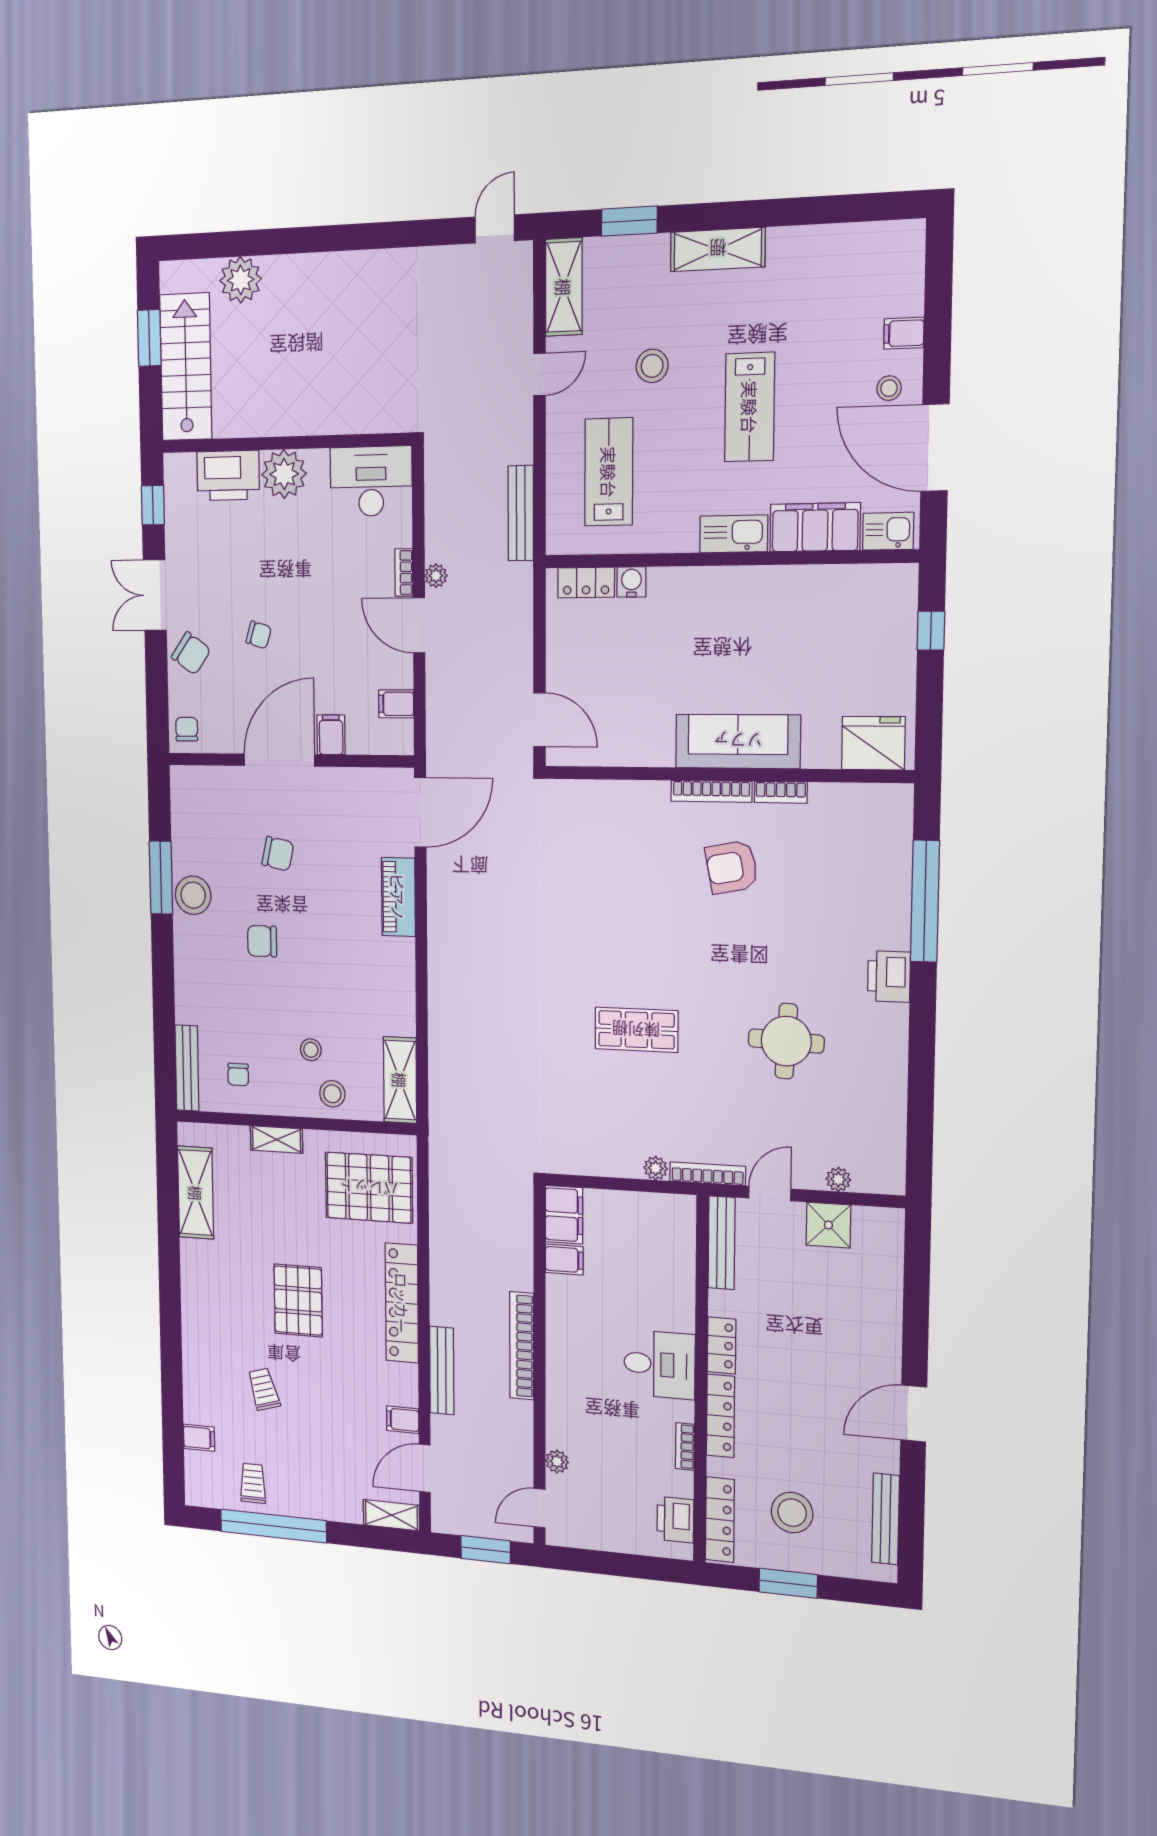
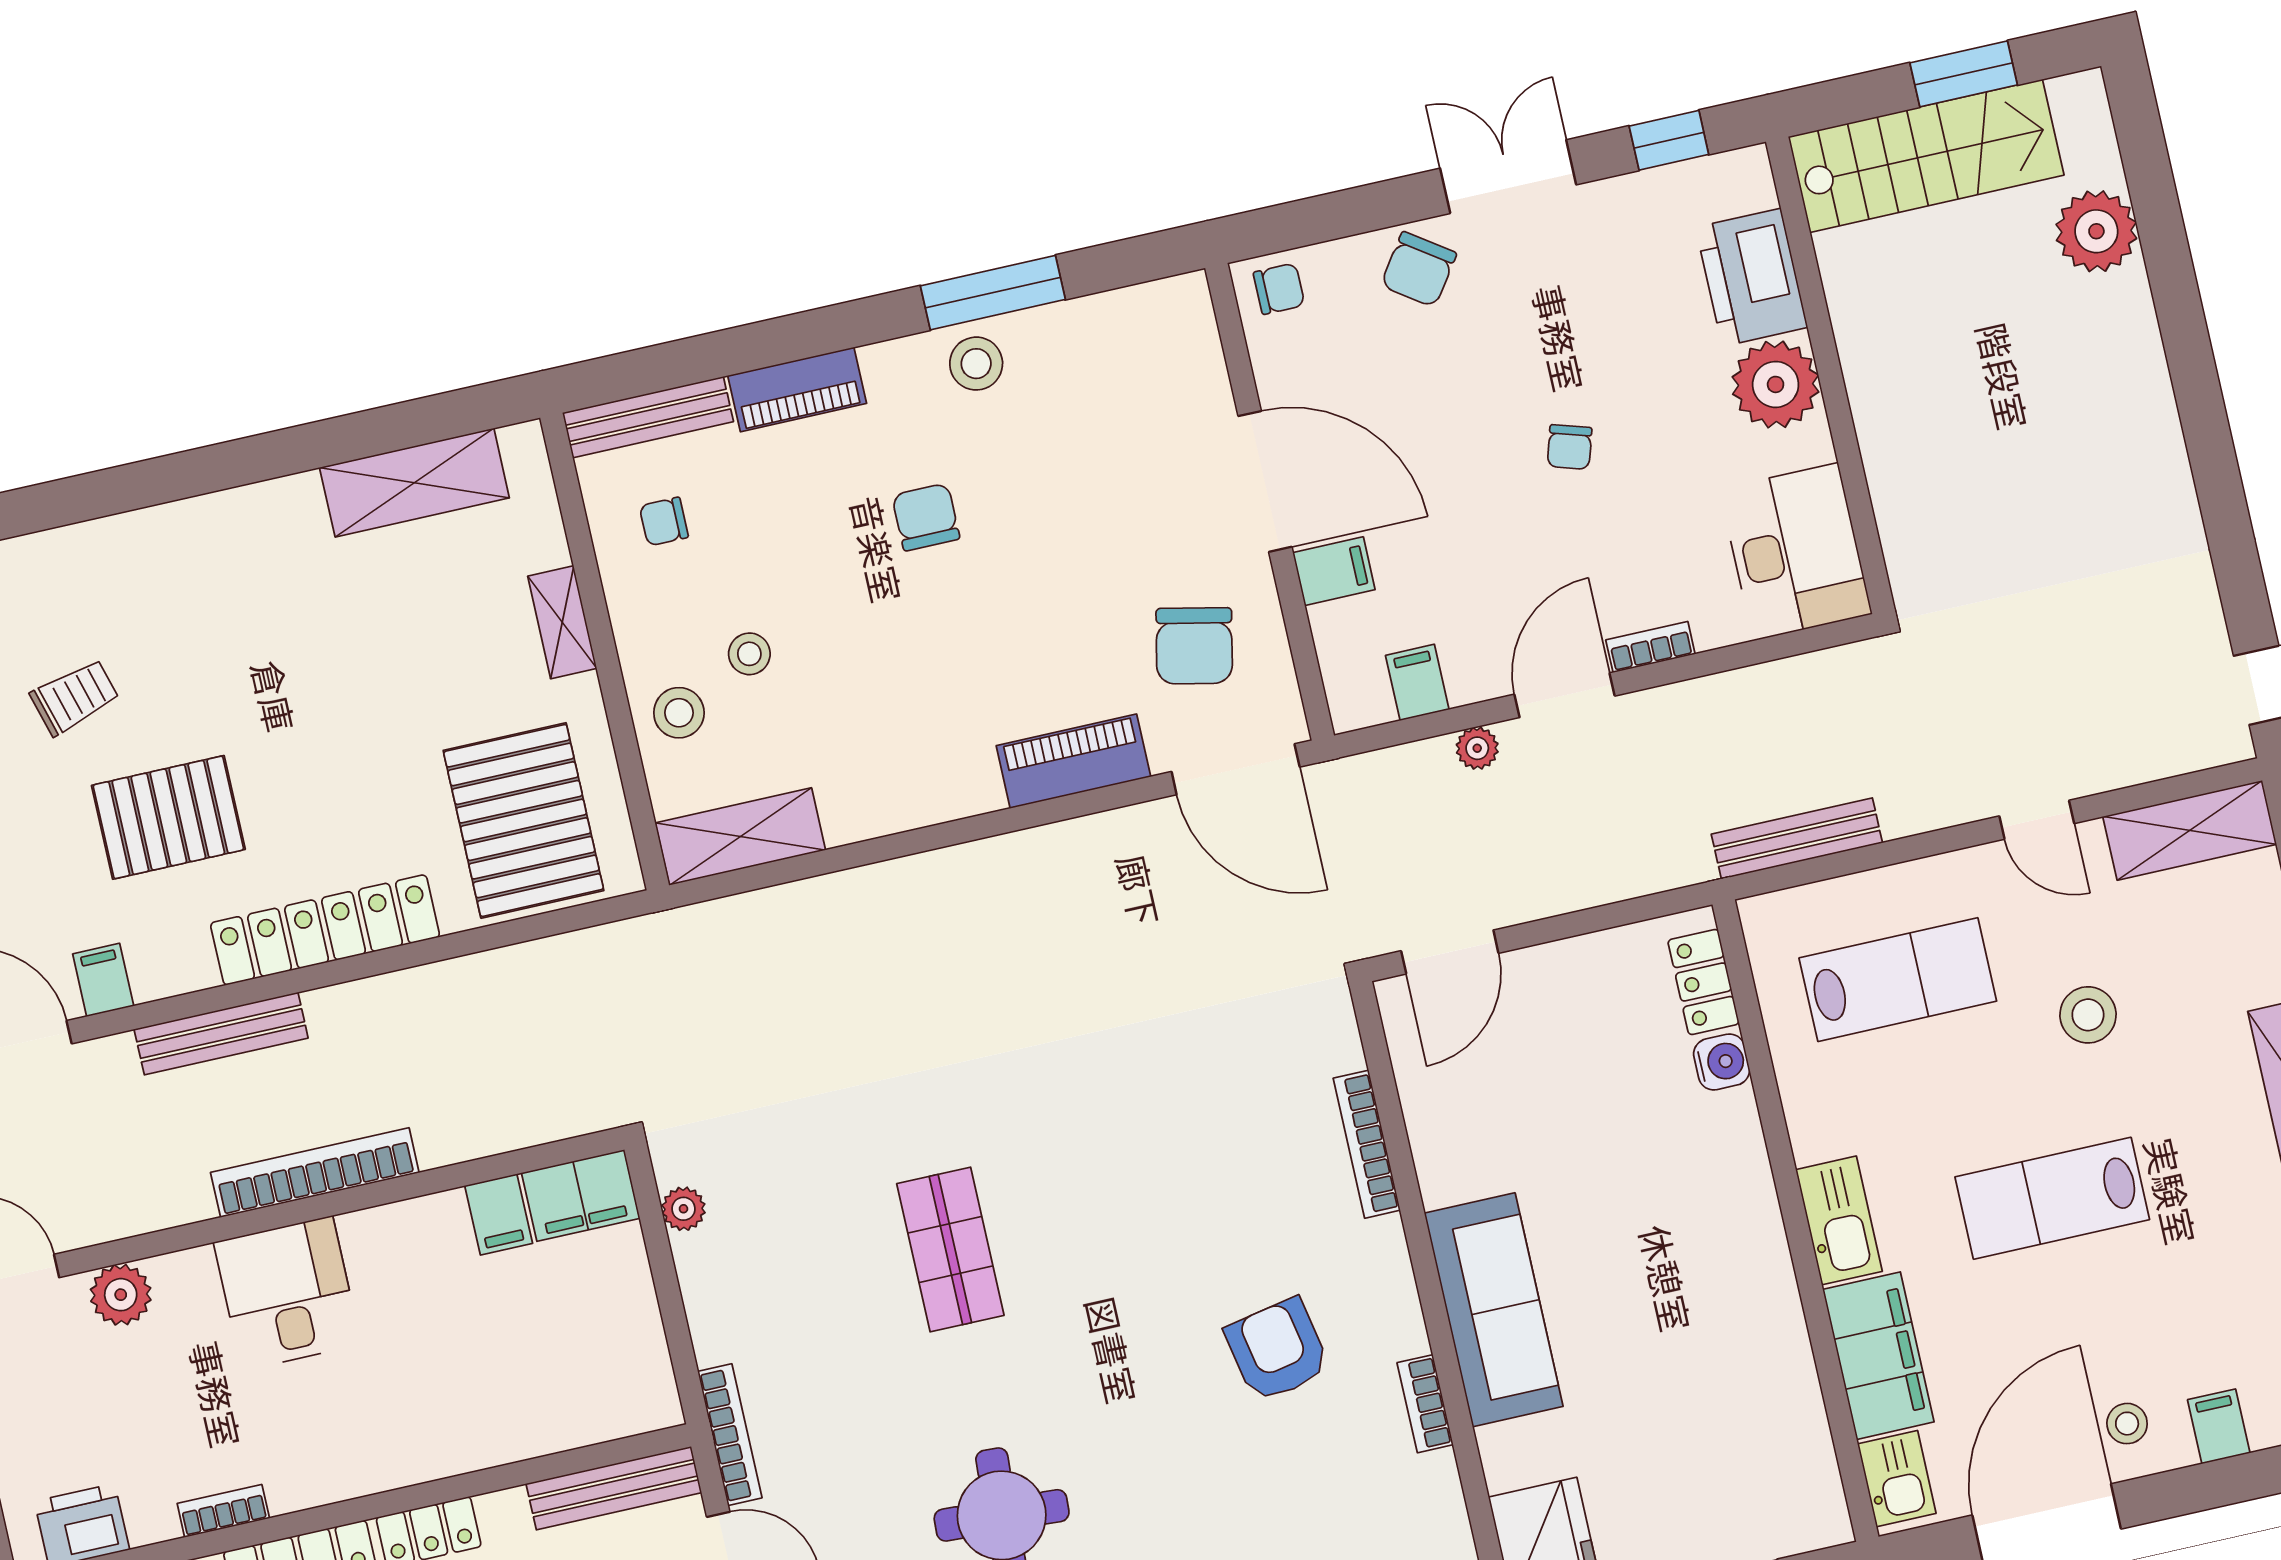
plant: (436, 576) -> (1477, 748), moved
chair: (259, 635) -> (1570, 447), moved
bookcase: (711, 791) -> (1367, 1144), moved
chair: (278, 854) -> (1194, 646), moved, width x1.37, depth x1.37
stool: (193, 895) -> (976, 364), width x0.73, depth x0.73
piano: (188, 989) -> (797, 389), added
plant: (656, 1168) -> (683, 1209), moved
pallet: (298, 1301) -> (168, 817), moved
desk: (659, 1364) -> (287, 1293), moved, turned 180
plant: (557, 1462) -> (121, 1295), width x1.38, depth x1.38

